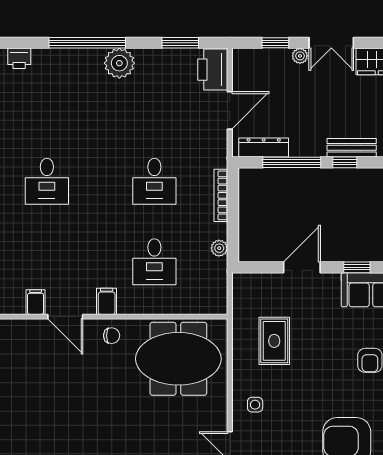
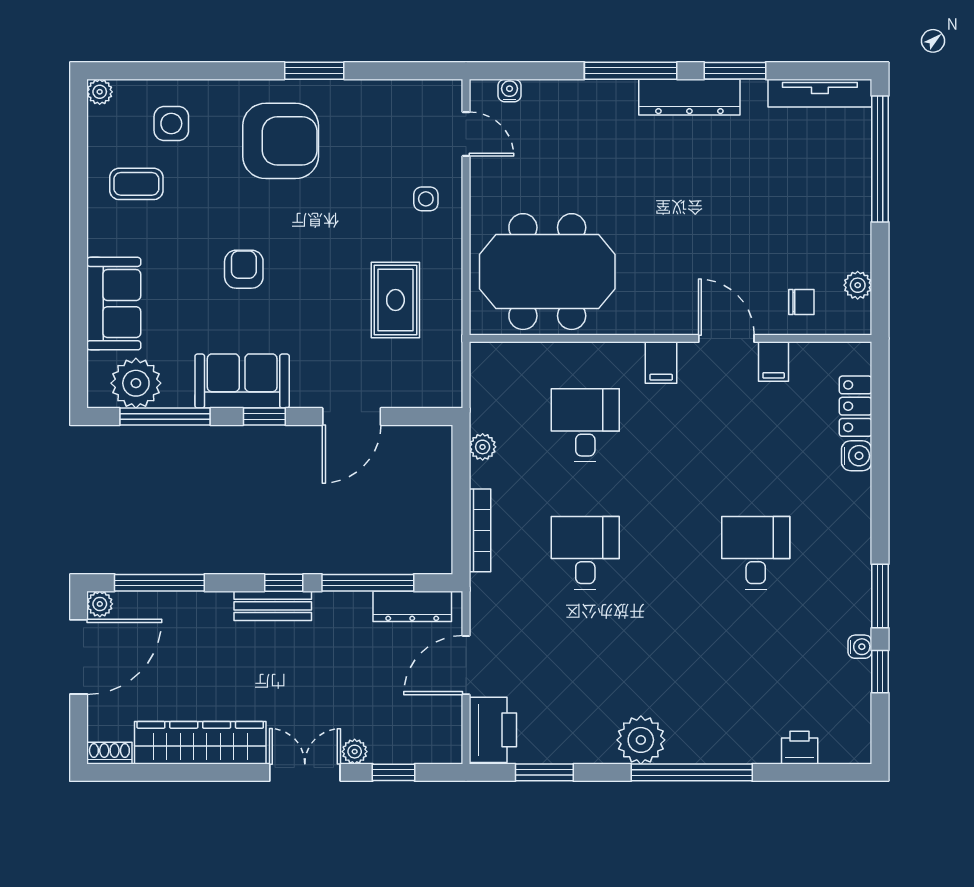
chair: (112, 336) -> (801, 302), moved, turned 180

